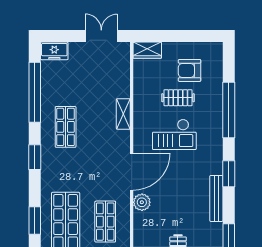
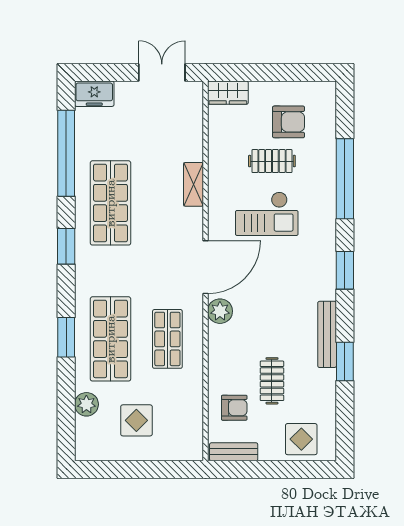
armchair: (190, 70) -> (289, 122), turned 180
shop shelf: (66, 127) -> (110, 203), width x1.43, depth x1.36
bench: (216, 198) -> (327, 334), moved

